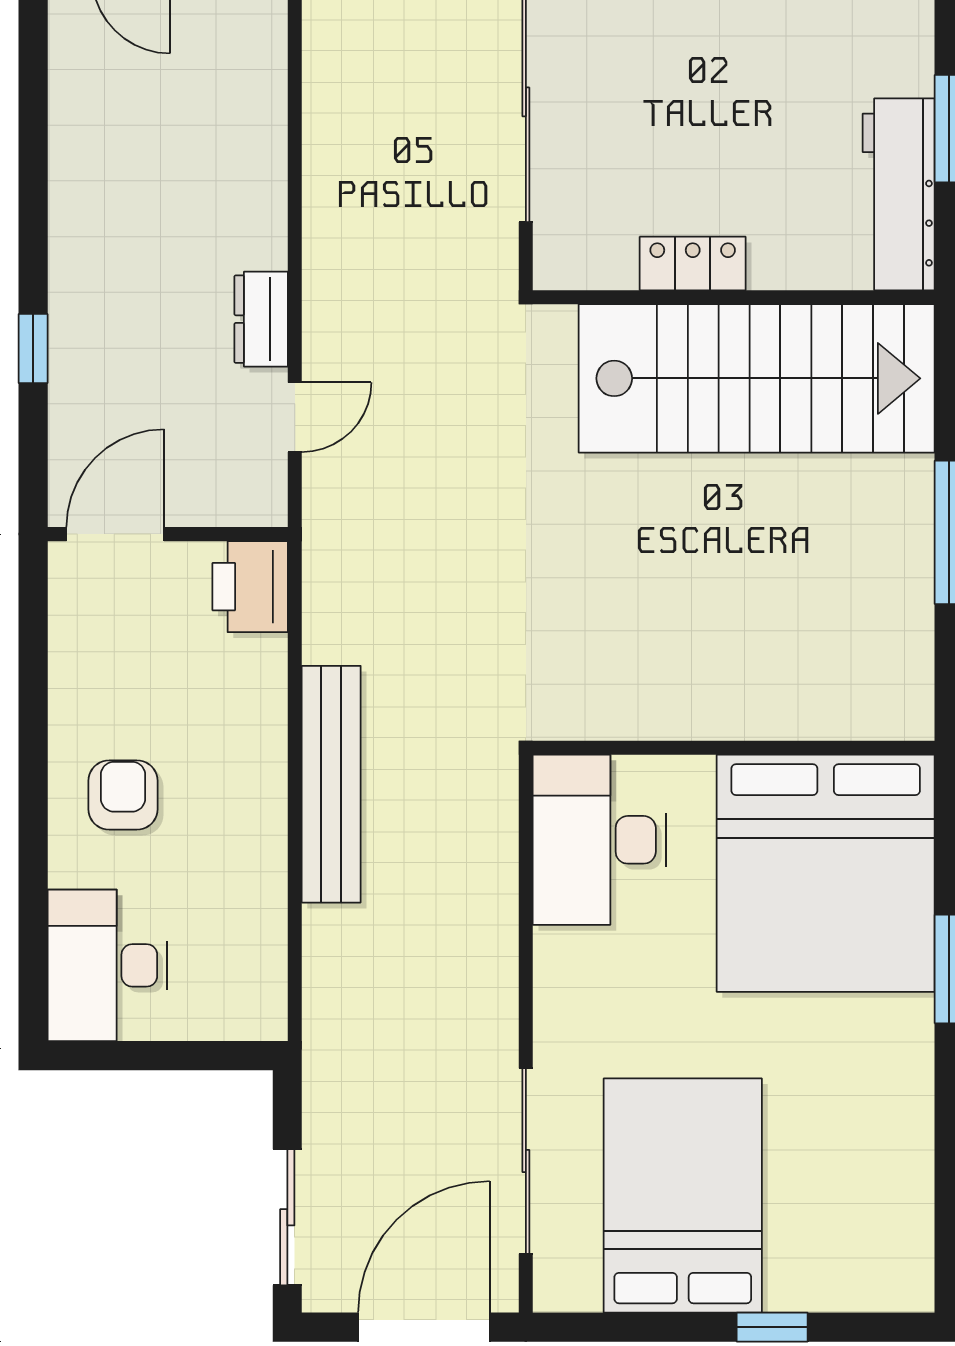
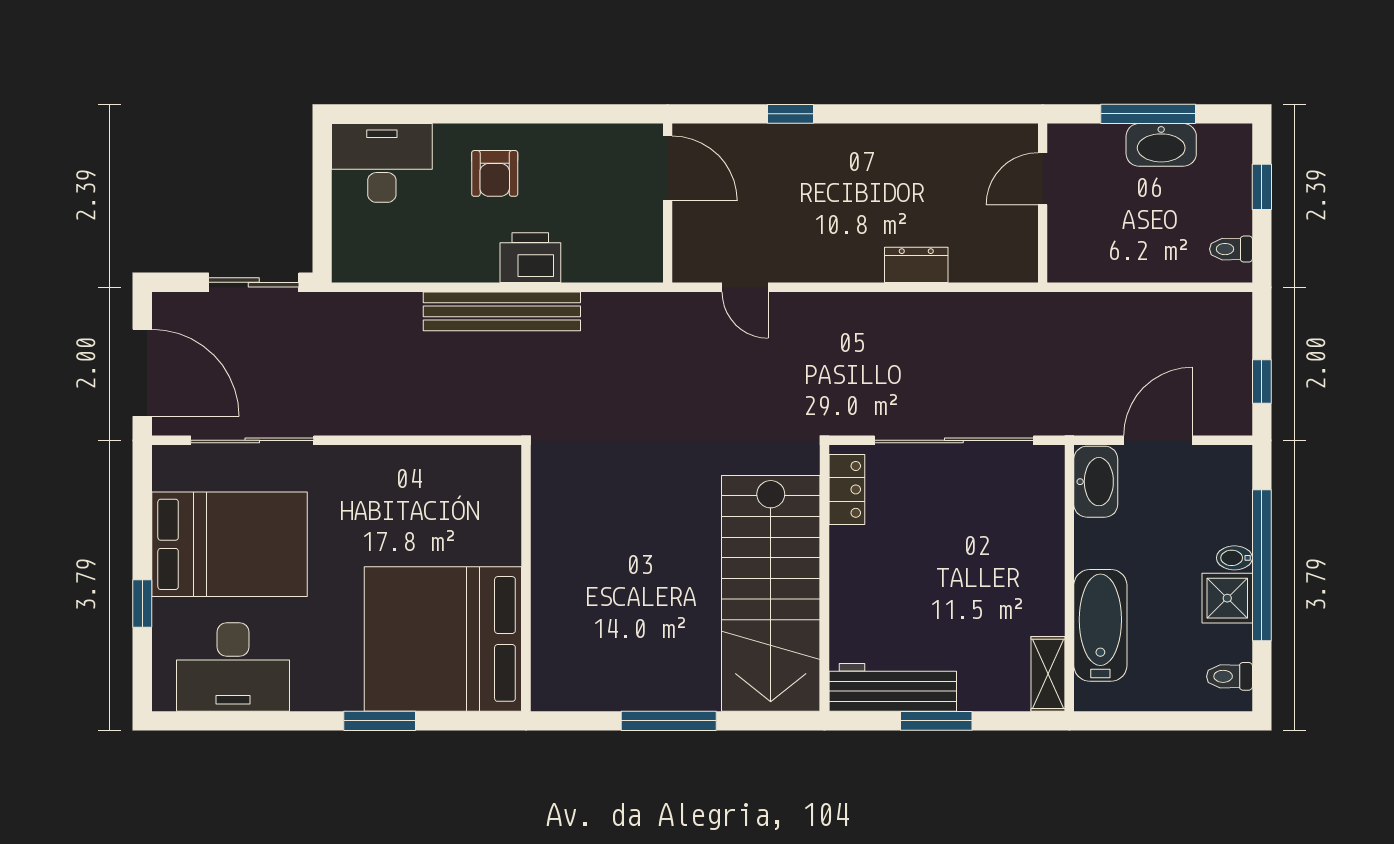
locker: (693, 264) -> (847, 489), moved
dresser: (261, 319) -> (916, 265), moved
printer: (250, 587) -> (530, 258), moved
armchair: (123, 795) -> (495, 173), turned 90
desk: (600, 840) -> (233, 667), moved, turned 180
sliding door: (287, 1217) -> (254, 282), moved

